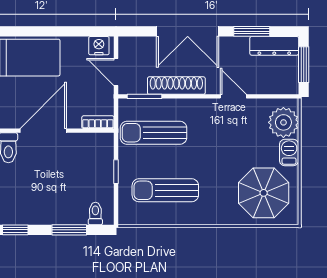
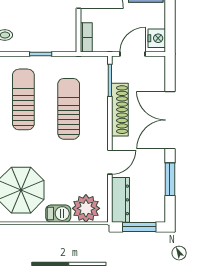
dresser: (274, 46) -> (120, 200), moved, turned 180
sun lounger: (153, 133) -> (69, 109), moved

